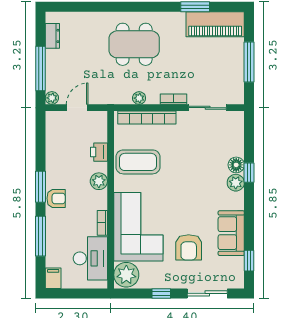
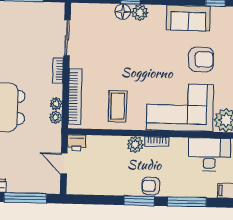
plant: (52, 98) -> (56, 117), moved
printer: (99, 152) -> (76, 143), moved
coffee table: (138, 162) -> (118, 106), width x0.73, depth x0.76
armchair: (56, 198) -> (151, 186), turned -90
bookcase: (102, 223) -> (157, 142), moved

